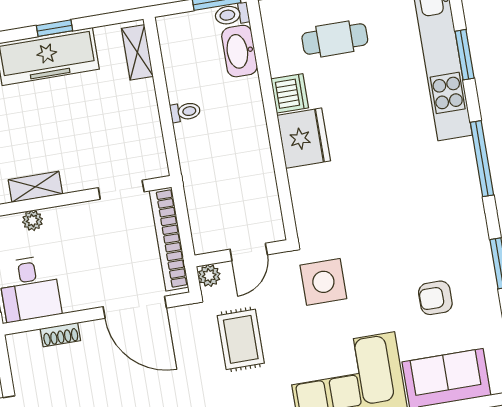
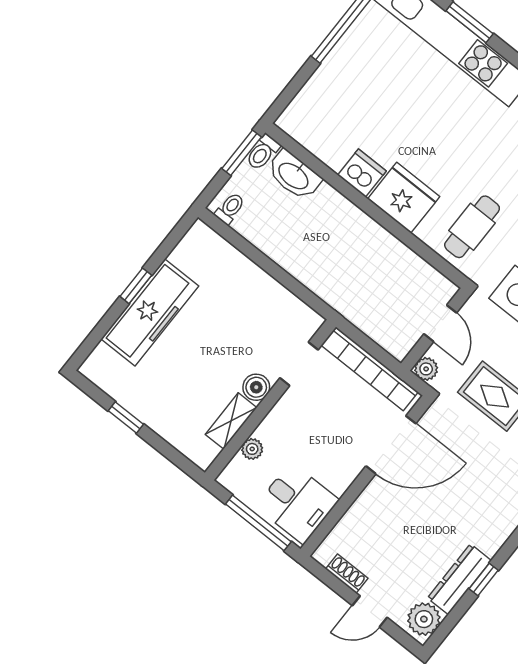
cafe table: (335, 39) -> (472, 227), moved
shelving: (137, 52) -> (216, 247), removed
toilet: (185, 112) -> (230, 208), moved
boiler: (75, 179) -> (256, 387), added
shoe rack: (60, 335) -> (347, 574), moved, turned -90

